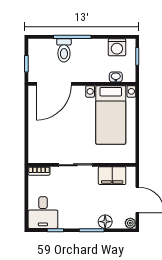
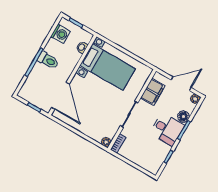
toilet: (64, 50) -> (48, 60), moved
plant: (33, 158) -> (106, 142), added
desk: (43, 213) -> (167, 129), moved

